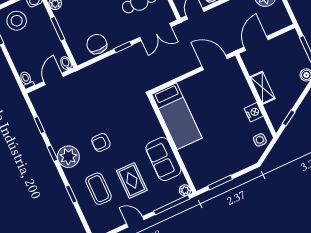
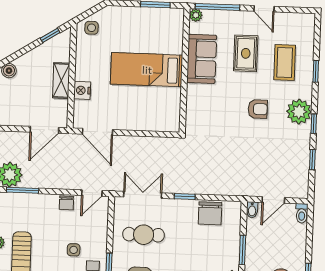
nightstand: (254, 112) -> (82, 90), moved
bed: (177, 116) -> (147, 70), moved, turned -90

